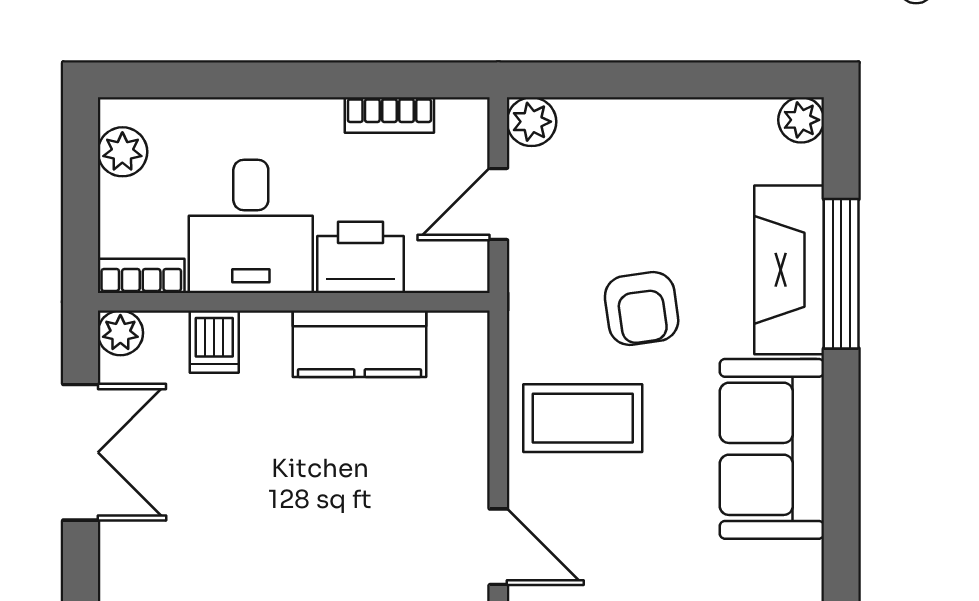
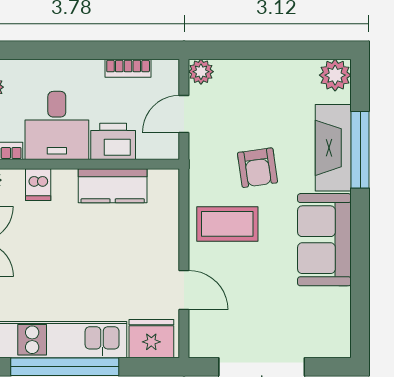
plant: (801, 120) -> (335, 75), width x1.38, depth x1.38

